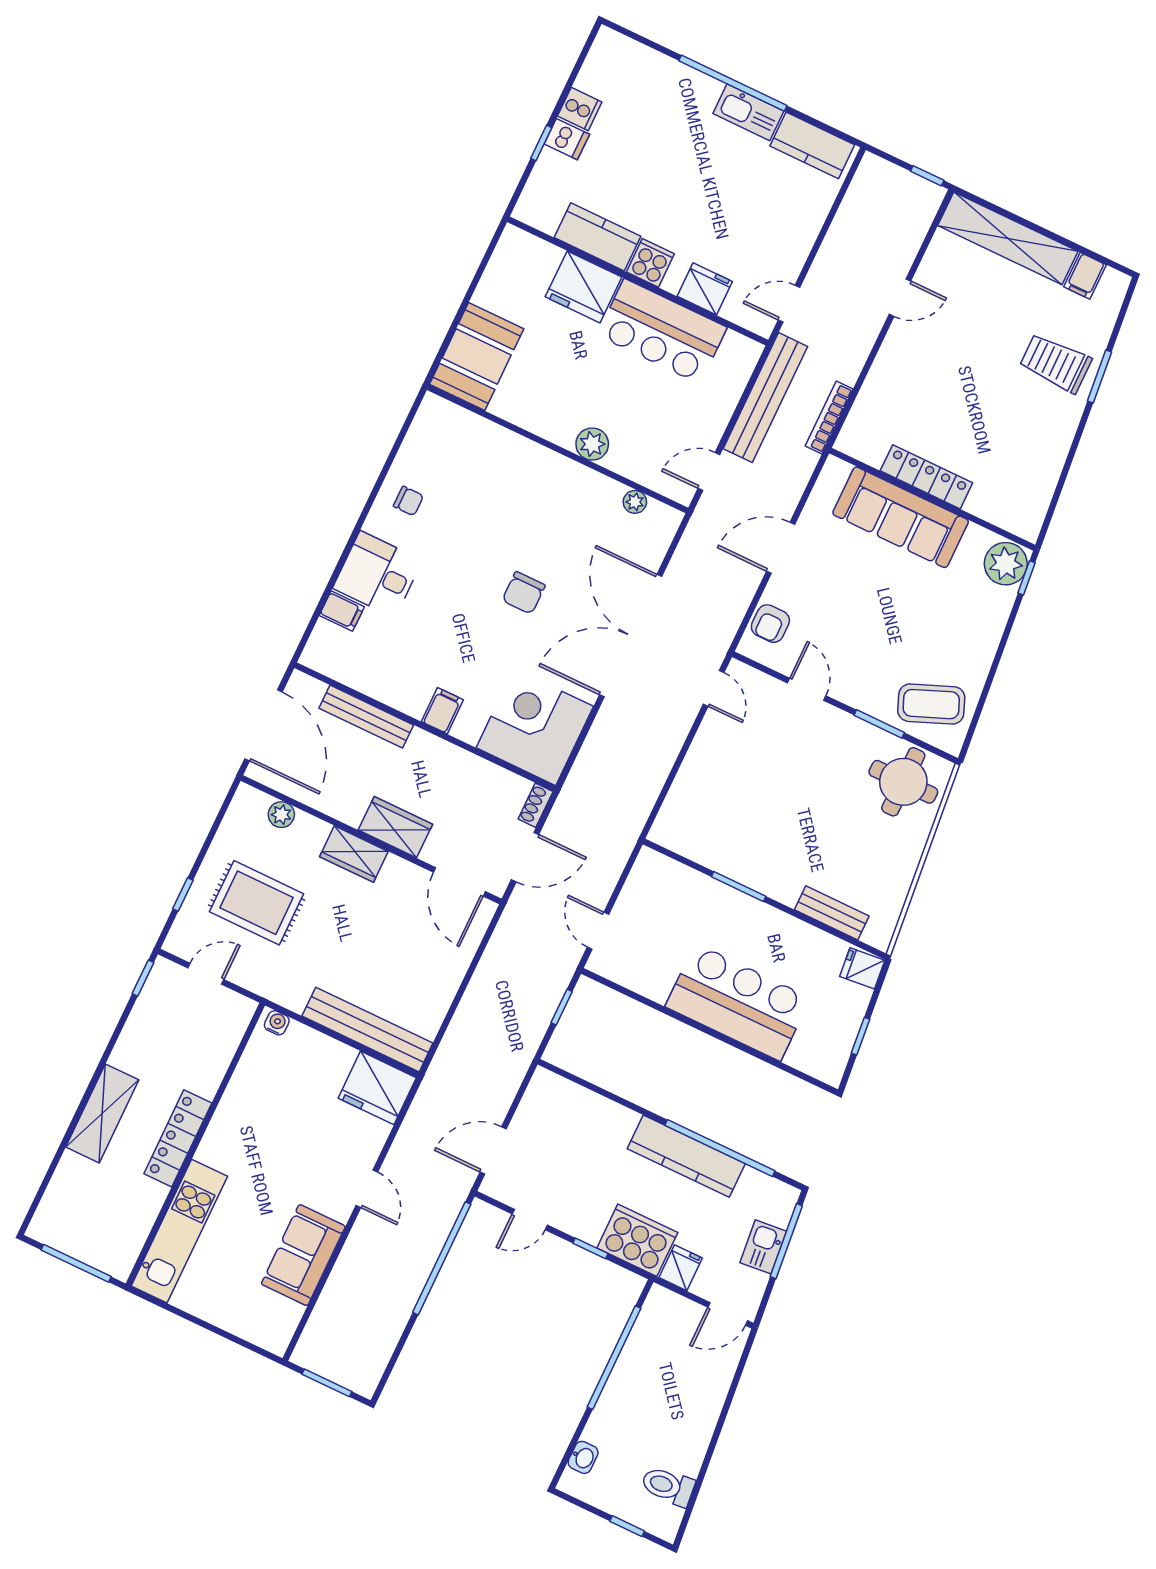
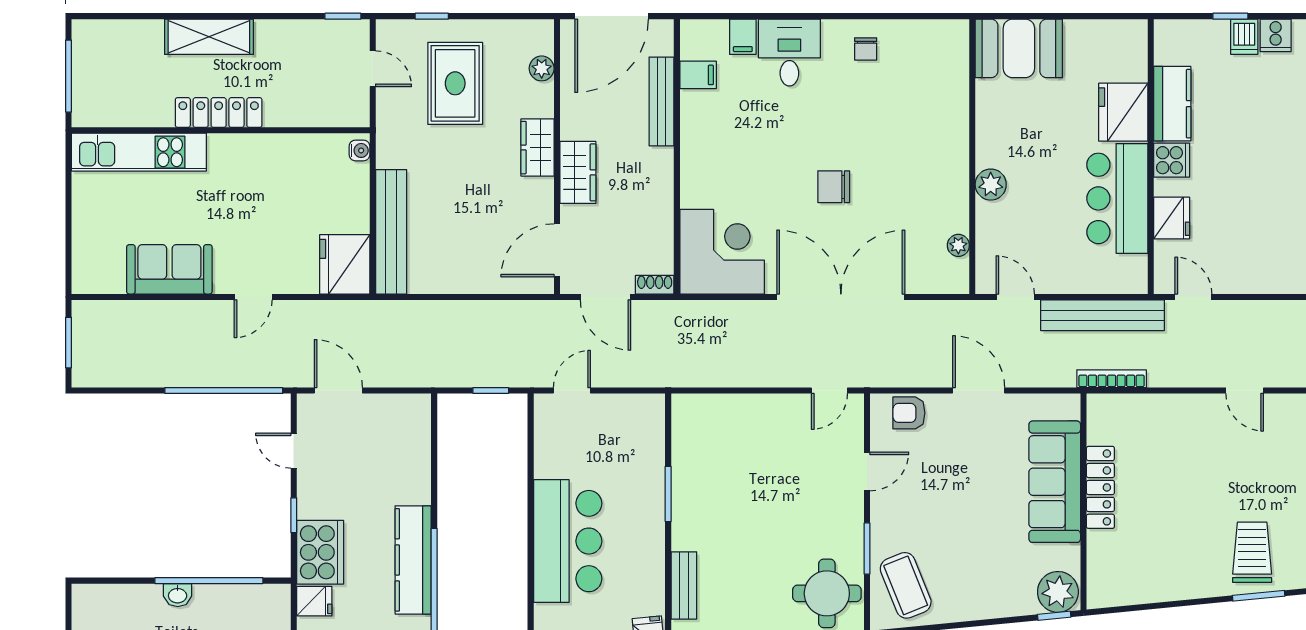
filing cabinet: (442, 711) -> (698, 75), moved
washbasin: (583, 1457) -> (178, 595), moved

